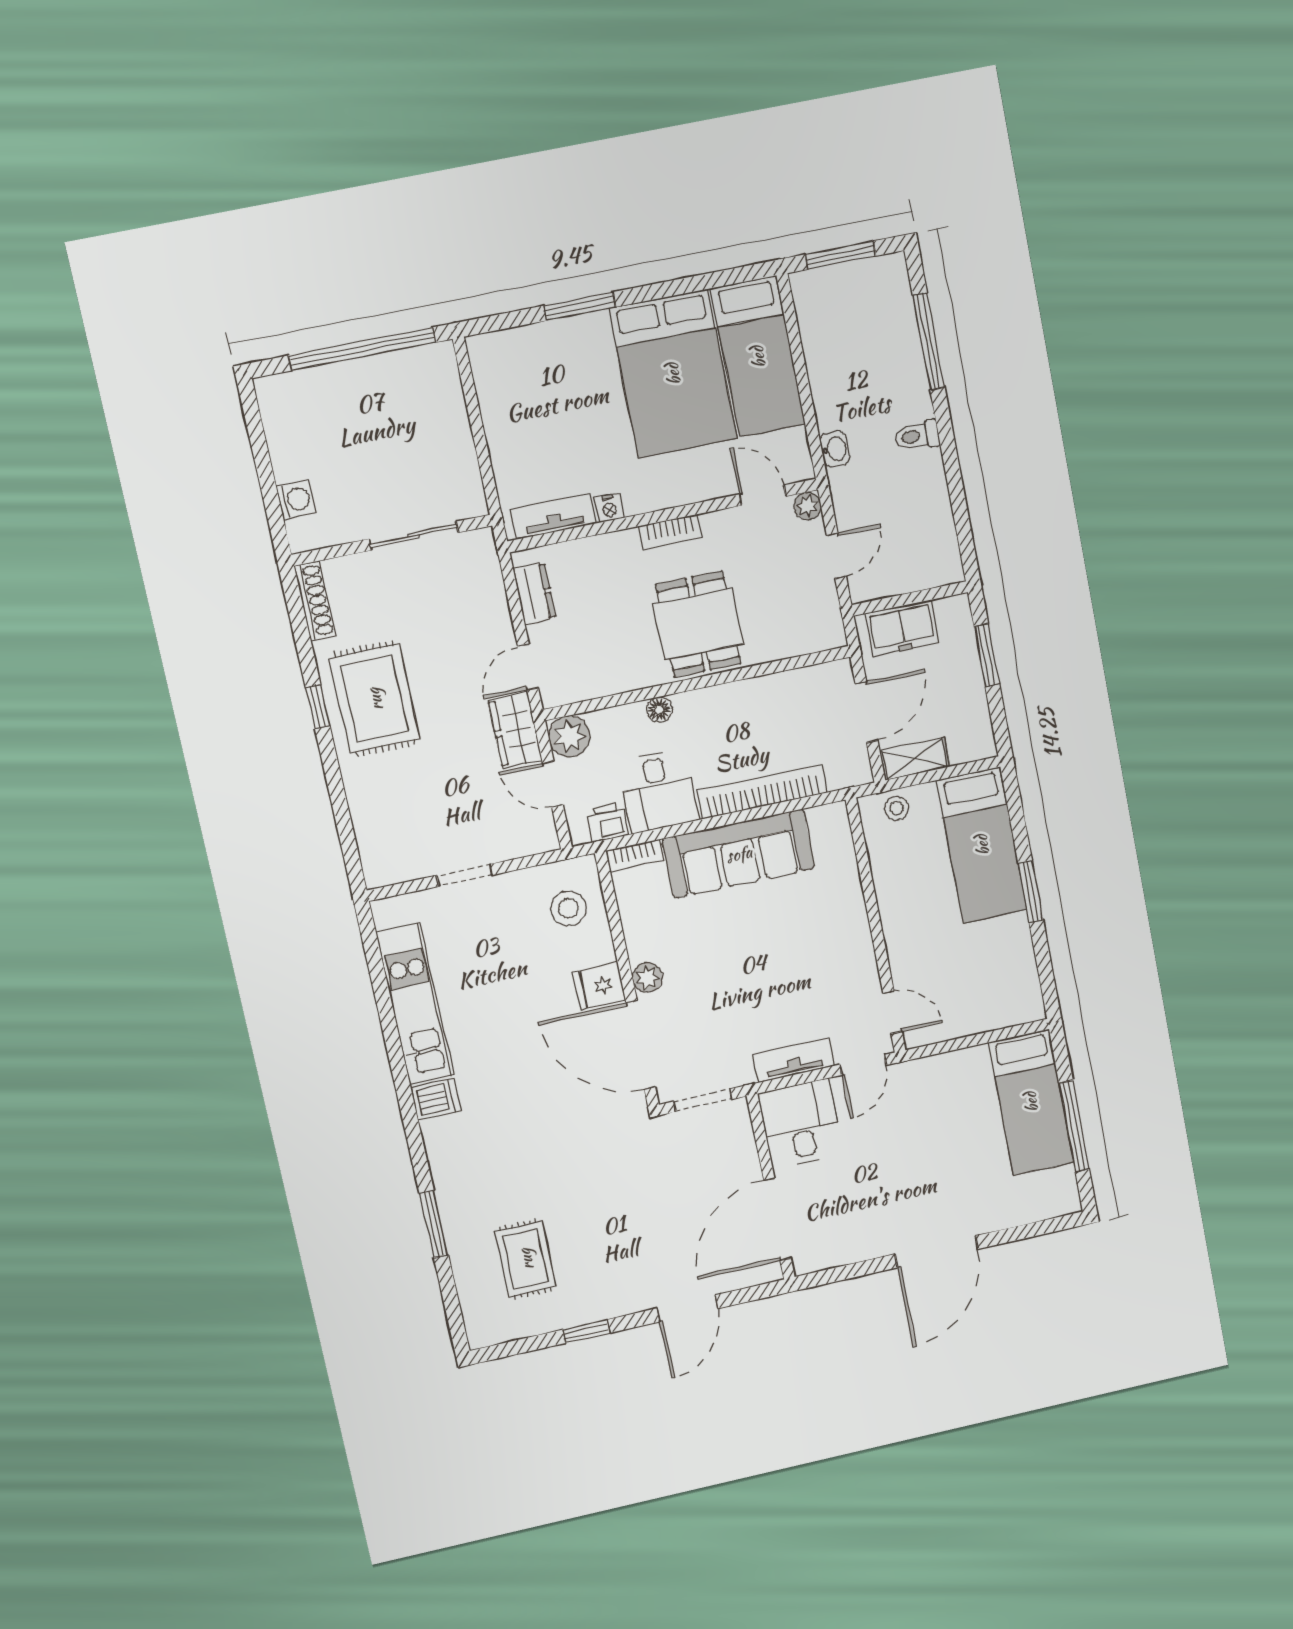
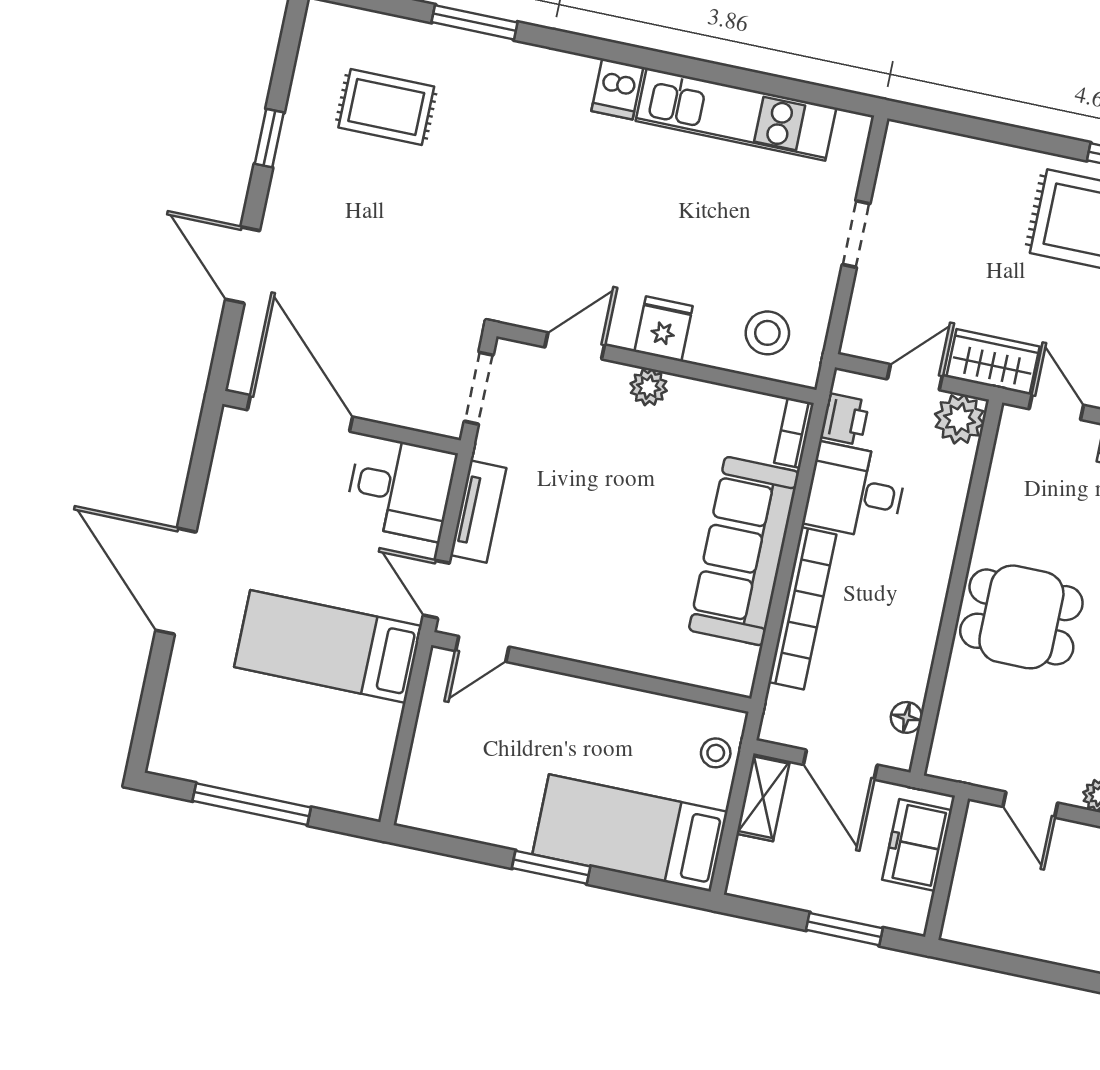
floor lamp: (659, 710) -> (906, 717), moved
door: (641, 1045) -> (575, 346), width x0.53
bed: (1031, 1102) -> (328, 647), moved

